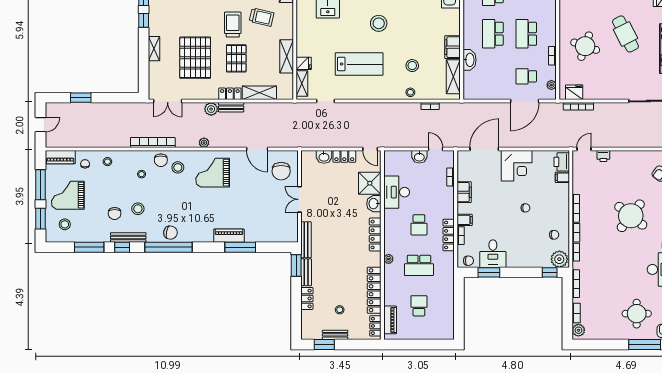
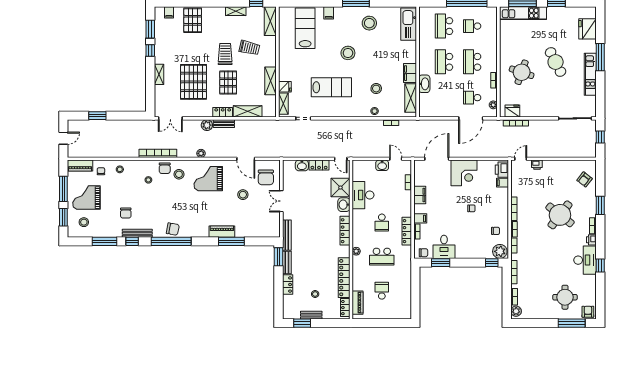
stool: (138, 209) -> (243, 195), moved

